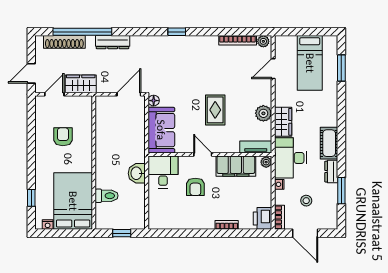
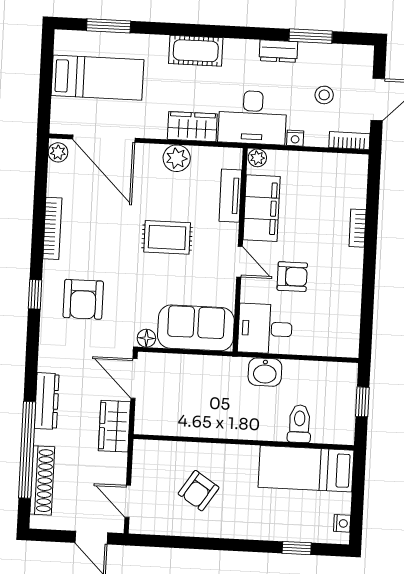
bookcase: (238, 40) -> (52, 228), moved
armchair: (175, 61) -> (83, 299), added
door: (273, 69) -> (104, 139), width x1.88
wardrobe: (81, 84) -> (114, 426), moved
armchair: (63, 137) -> (199, 491), turned -57
cot: (329, 143) -> (196, 51), moved
tv unit: (256, 147) -> (230, 196), moved
door: (203, 155) -> (240, 262), swing flipped
bed: (73, 201) -> (306, 469), width x0.67
printer: (262, 218) -> (350, 169), removed

